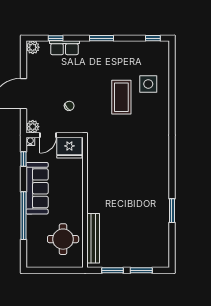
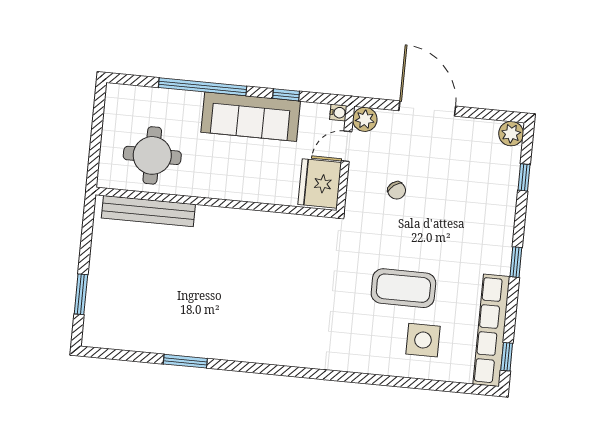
window: (102, 38) -> (516, 262), width x0.67
row of seats: (64, 48) -> (491, 330), moved, width x2.02
door: (48, 135) -> (346, 146), hinge flipped
window: (24, 159) -> (286, 95), moved
window: (112, 270) -> (86, 241), removed

